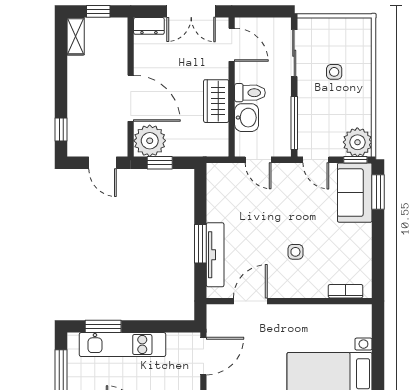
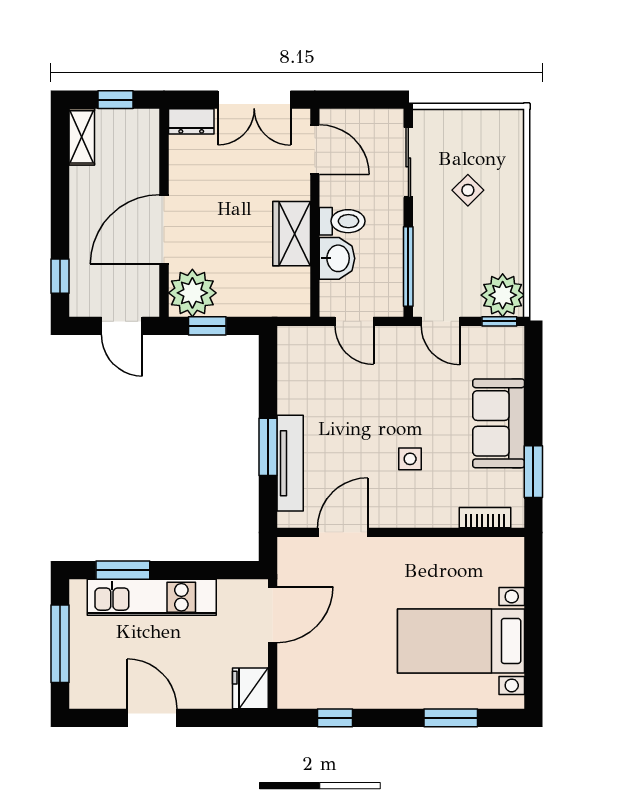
side table: (334, 72) -> (468, 190), turned 45
door: (131, 98) -> (164, 229), swing flipped
window: (378, 192) -> (533, 472), moved
sofa: (355, 193) -> (499, 423), moved

